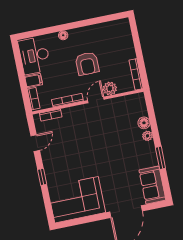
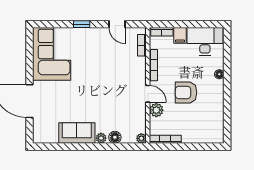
plant: (140, 97) -> (141, 138), added
window: (160, 158) -> (76, 147), removed
sofa: (152, 185) -> (77, 133), moved

